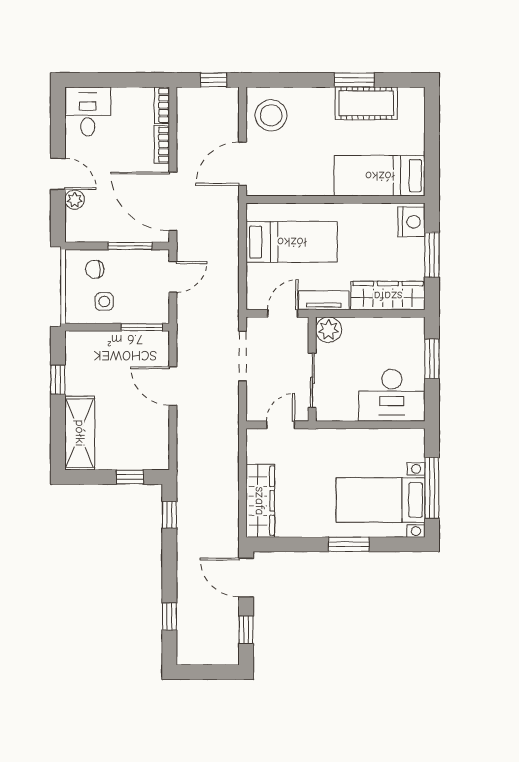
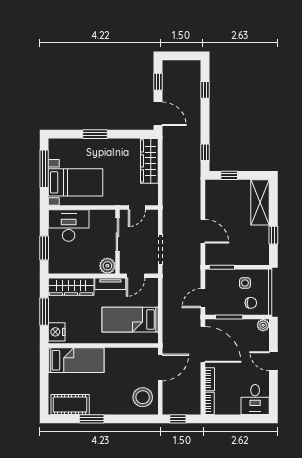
cot: (366, 103) -> (70, 405), moved
plant: (75, 200) -> (263, 325), moved
bed with nightstands: (381, 500) -> (76, 182), moved

